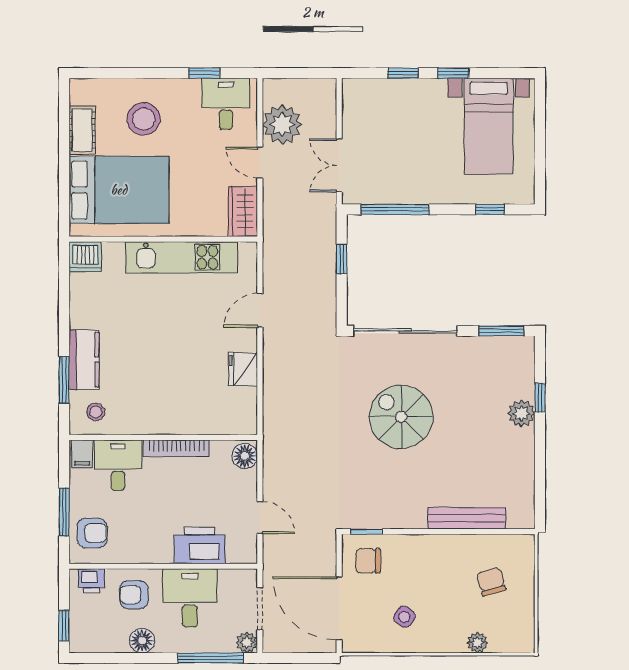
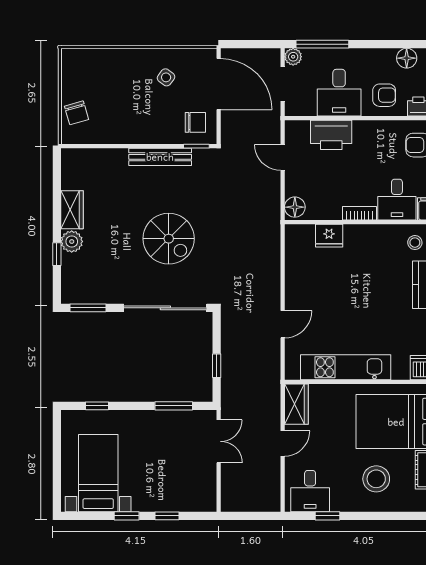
plant: (282, 125) -> (265, 474), removed
door: (260, 163) -> (283, 444), hinge flipped
window: (395, 209) -> (174, 406), width x0.69
fridge: (243, 369) -> (329, 236), moved, turned 90
bookcase: (176, 448) -> (359, 213), width x0.64
wardrobe: (521, 453) -> (72, 210), added
bench: (467, 518) -> (160, 157), moved
chair: (491, 582) -> (77, 113), moved
floor lamp: (142, 641) -> (407, 58), moved
plant: (477, 643) -> (107, 57), removed

